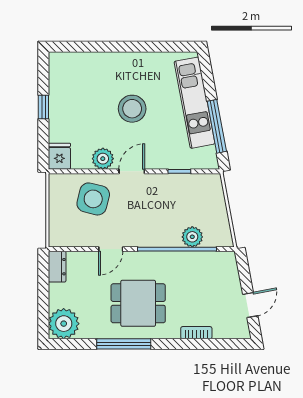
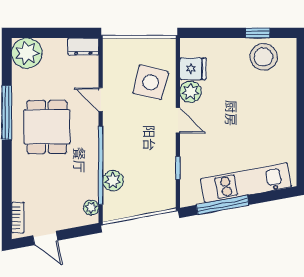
window: (43, 107) -> (258, 33), moved
stool: (132, 109) -> (264, 57), moved
fridge: (59, 156) -> (193, 69), moved
plant: (220, 259) -> (91, 208), added
bookcase: (196, 333) -> (18, 218), moved

